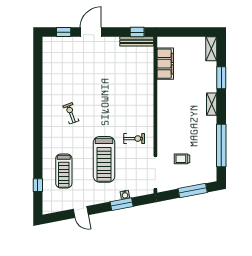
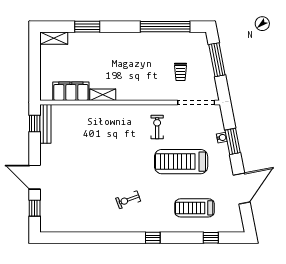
shelving: (212, 104) -> (103, 95), moved
window: (38, 135) -> (153, 238), added
treadmill: (104, 159) -> (181, 162), turned 180
treadmill: (64, 171) -> (194, 208), turned 180
door: (81, 212) -> (242, 188), width x1.88

